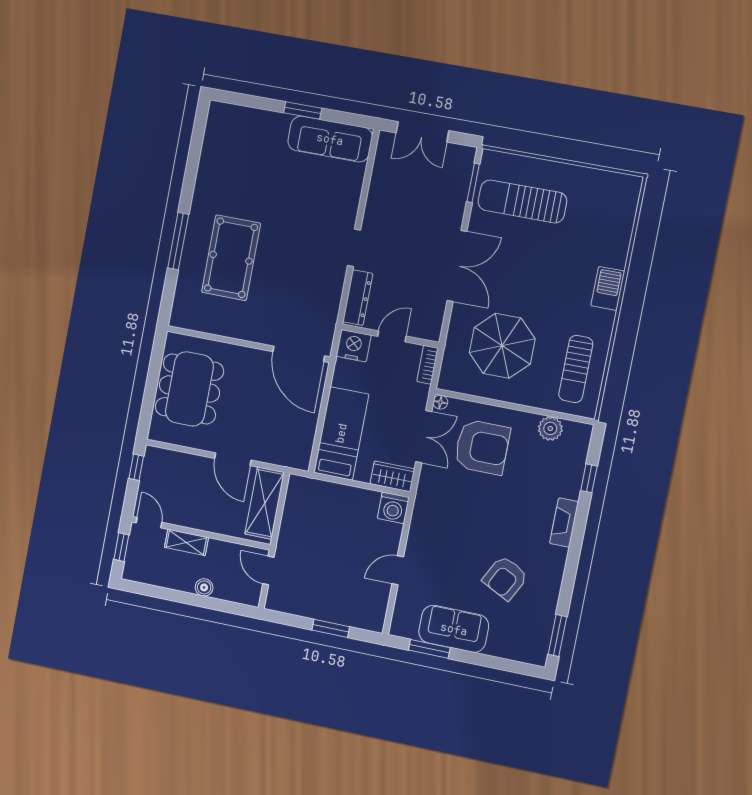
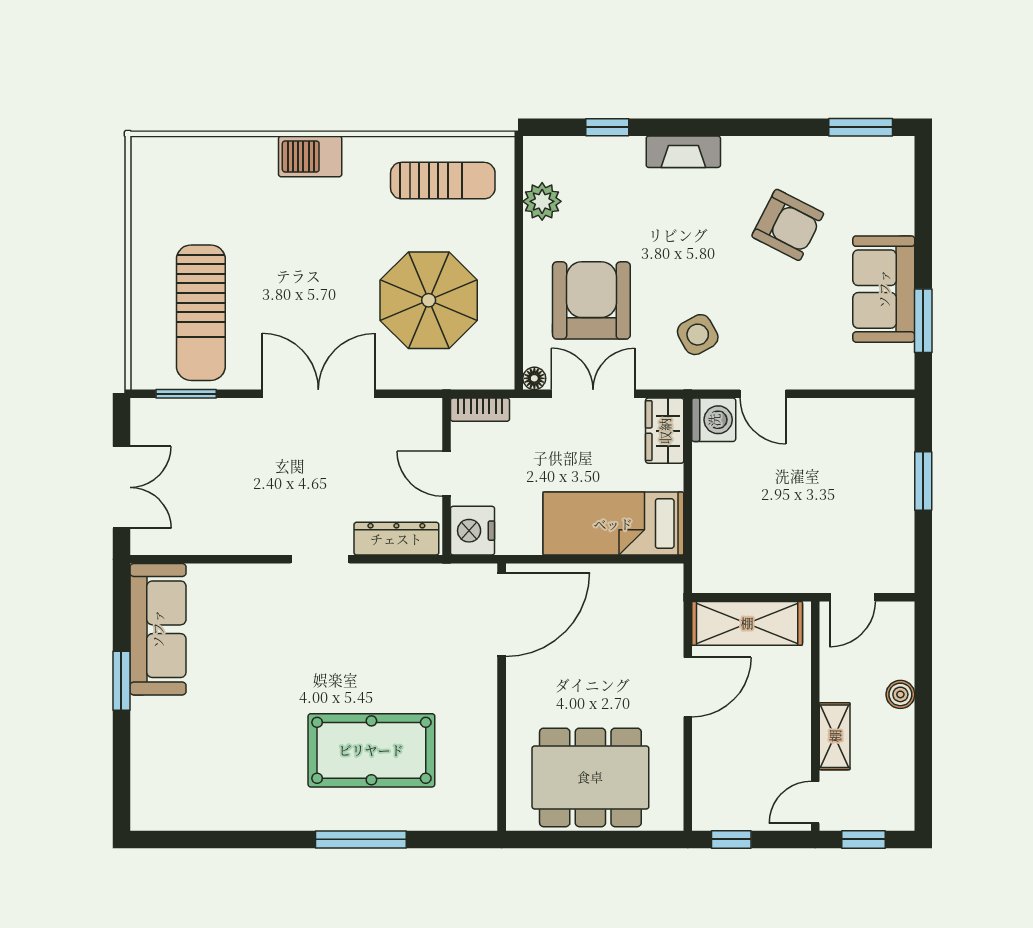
side table: (448, 509) -> (698, 335), added
door: (398, 570) -> (763, 394), moved

